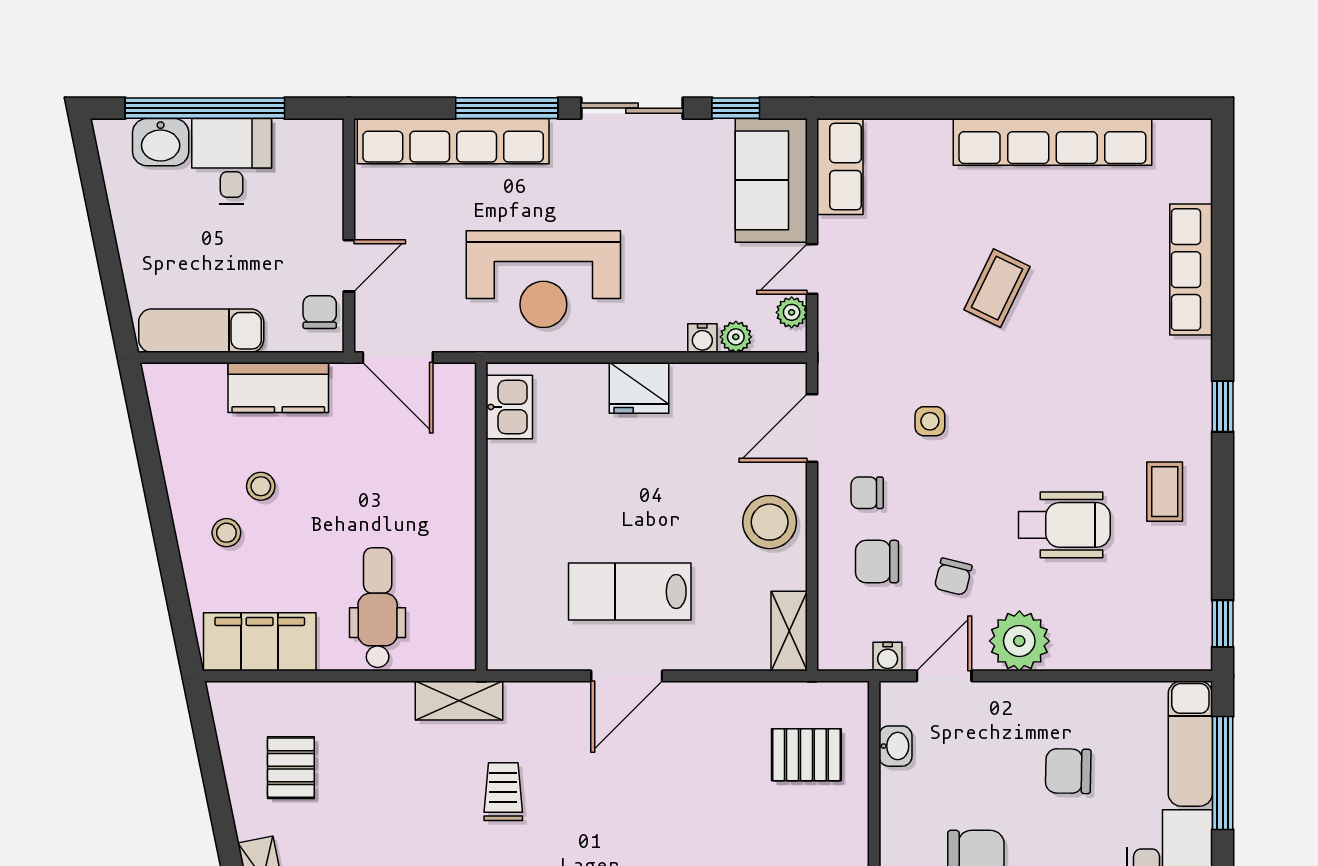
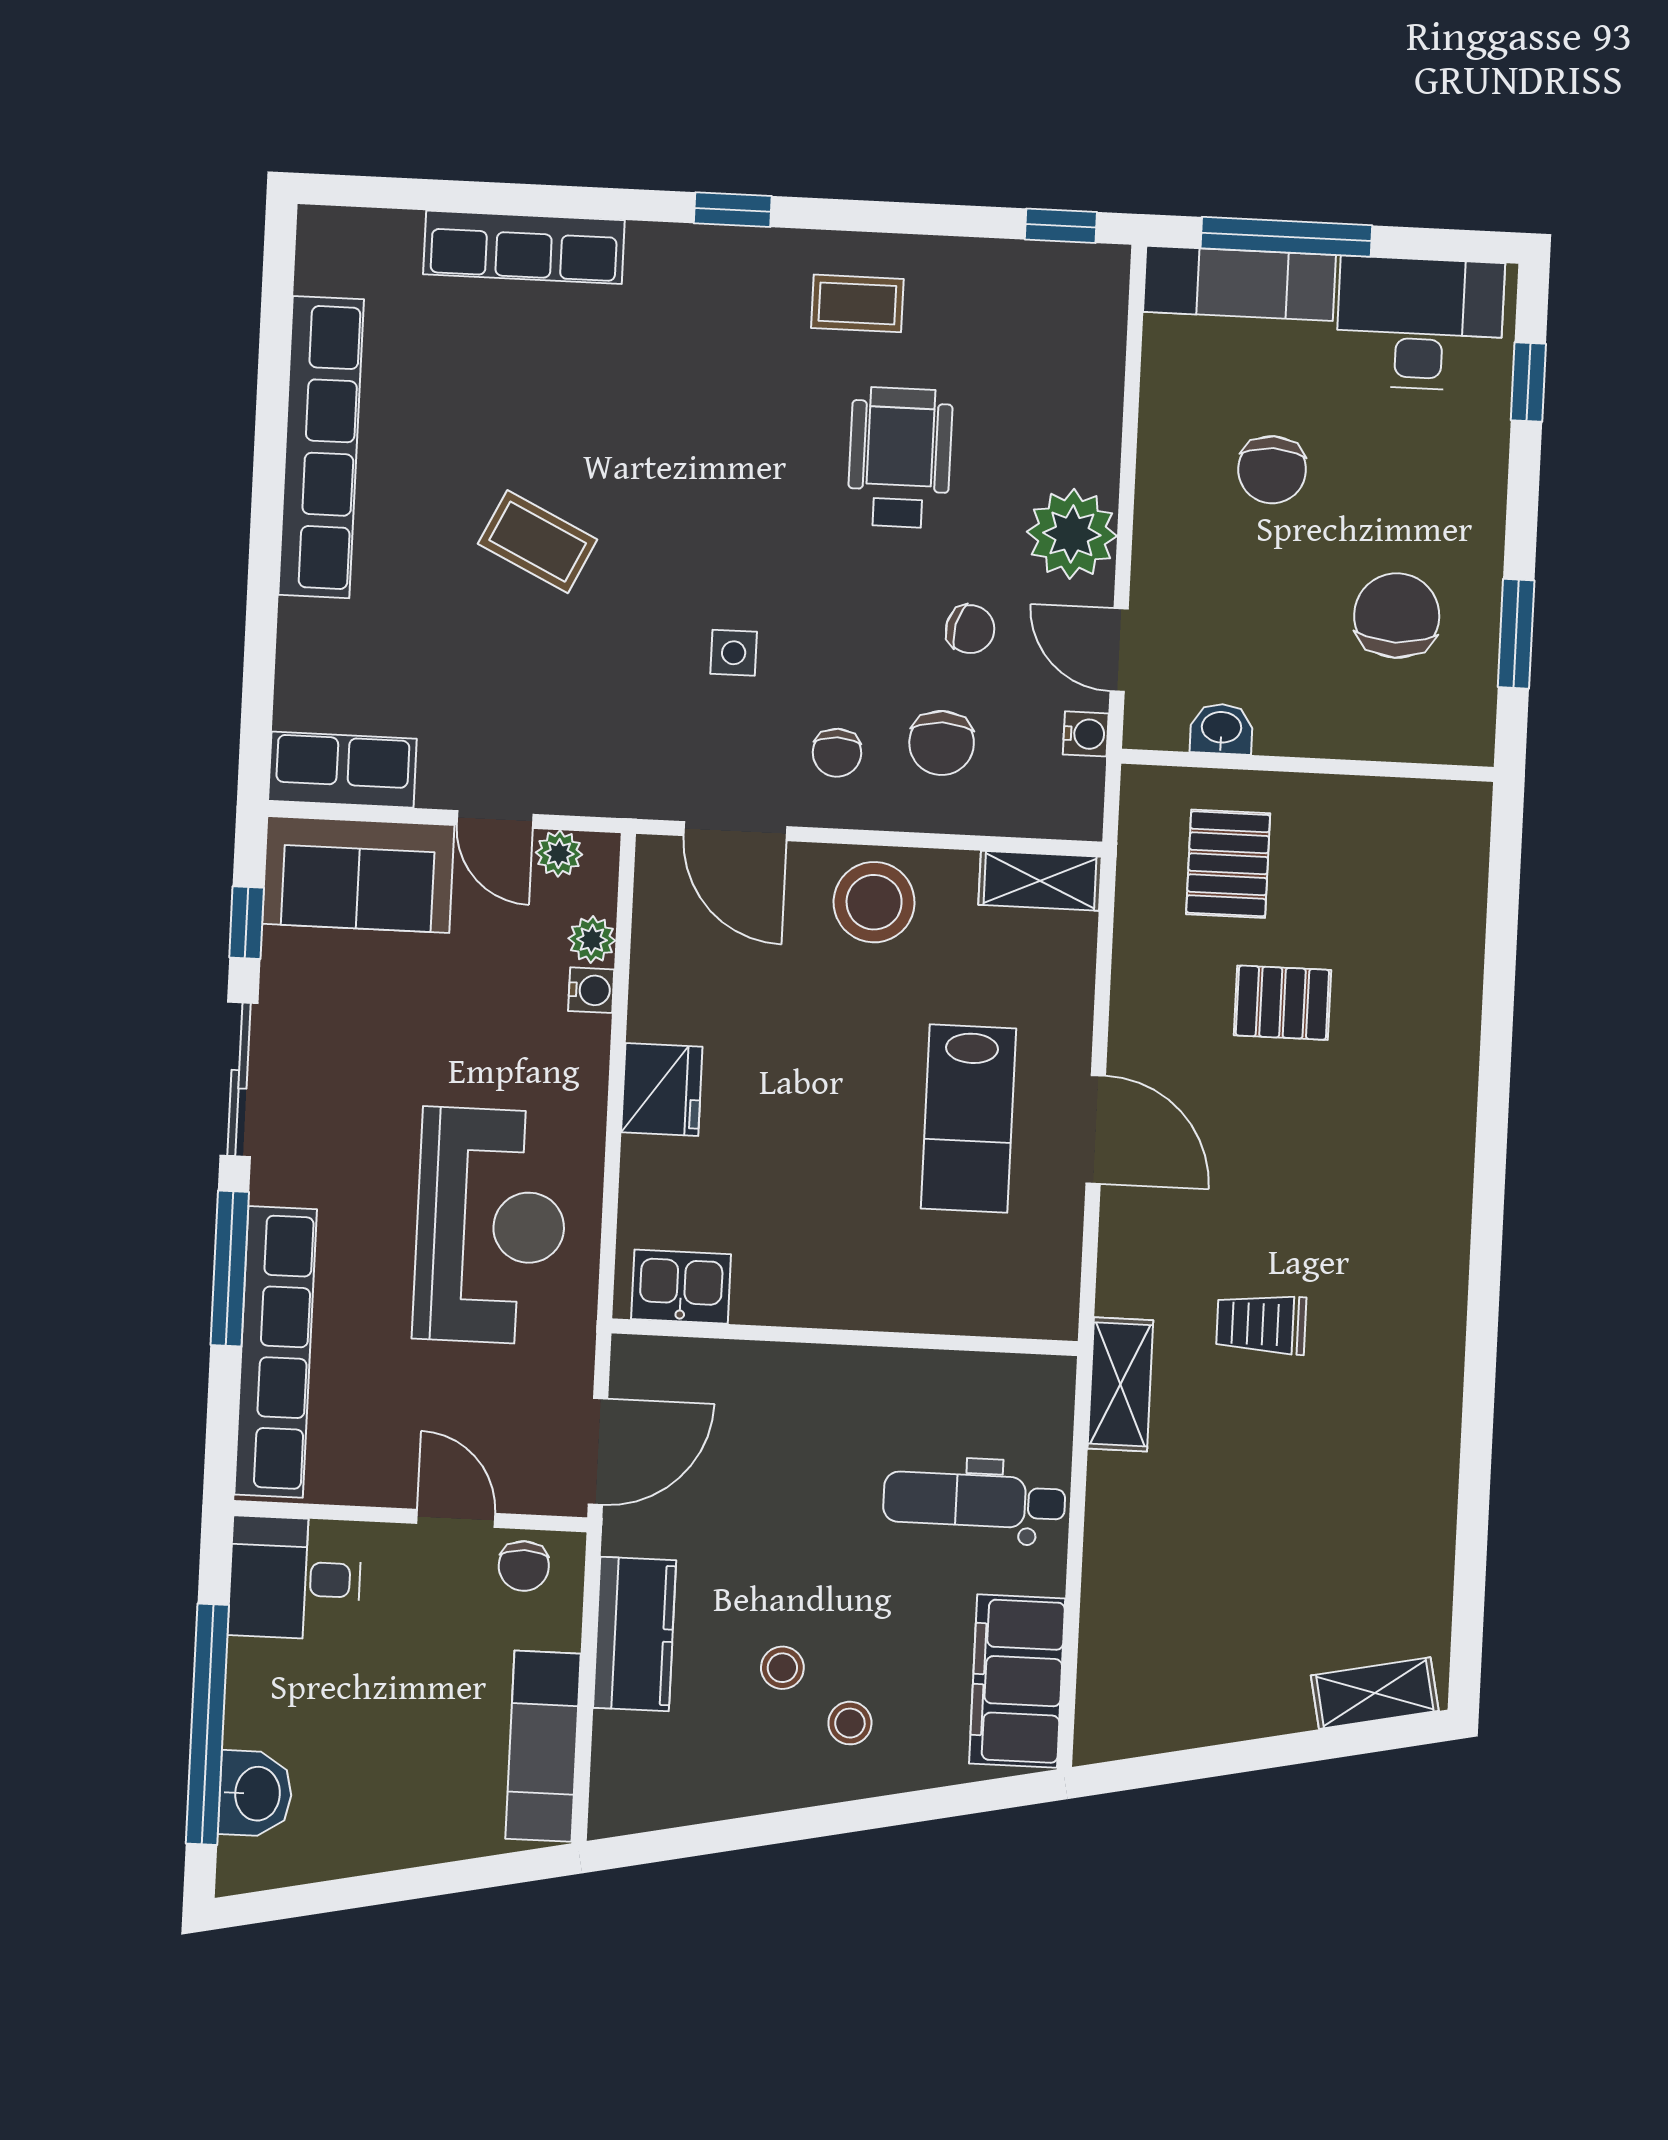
desk: (232, 161) -> (295, 1578), moved
chair: (320, 312) -> (524, 1566), turned -90
pallet: (291, 768) -> (1282, 1003), moved

